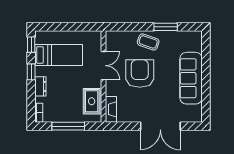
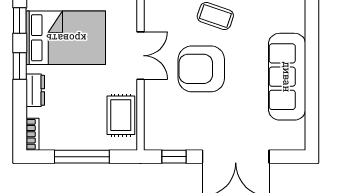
bed: (59, 55) -> (66, 38), width x1.50
armchair: (140, 74) -> (201, 69), turned -90
fireplace: (111, 109) -> (153, 129), removed
window: (123, 126) -> (174, 157), added

